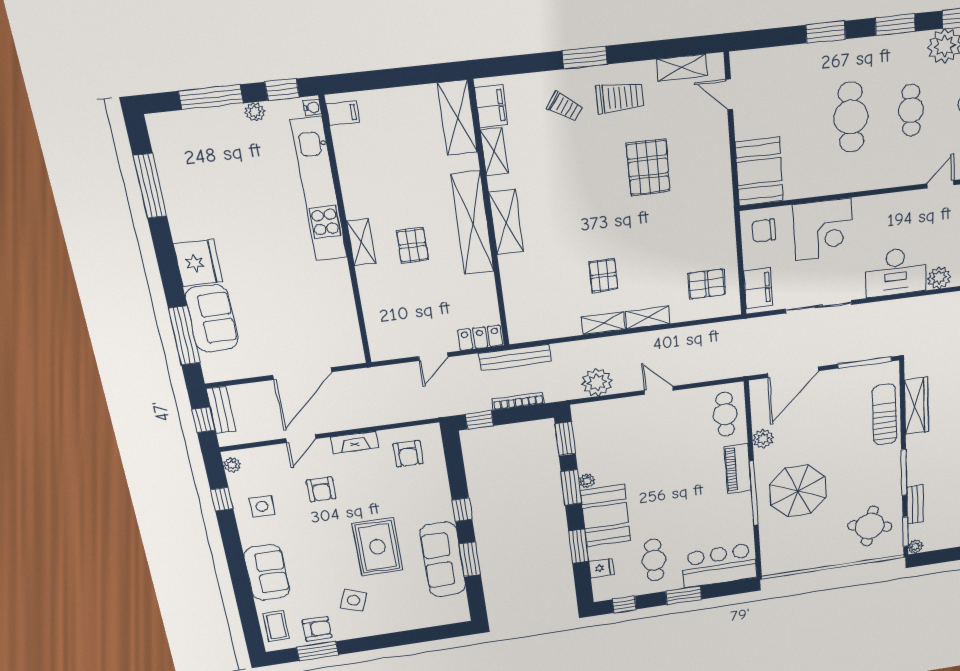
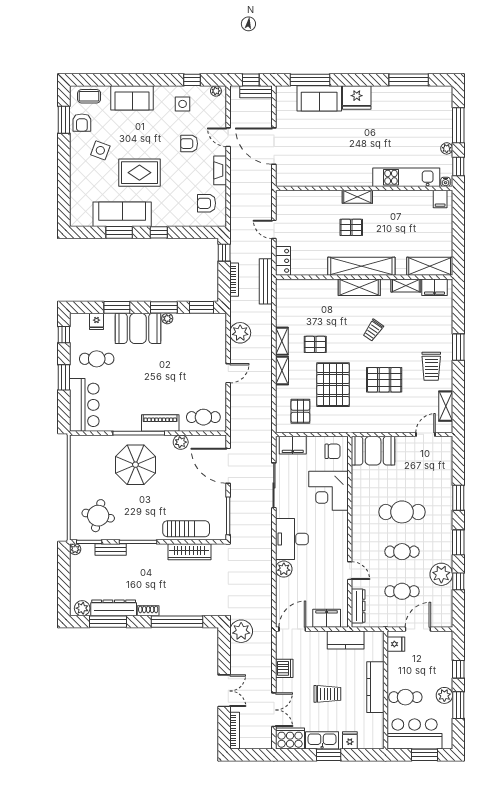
trolley: (565, 107) -> (373, 330), moved
kitchen unit: (319, 190) -> (406, 177), width x0.73
chair: (764, 231) -> (333, 451), turned 90
pallet: (662, 242) -> (333, 385), added

